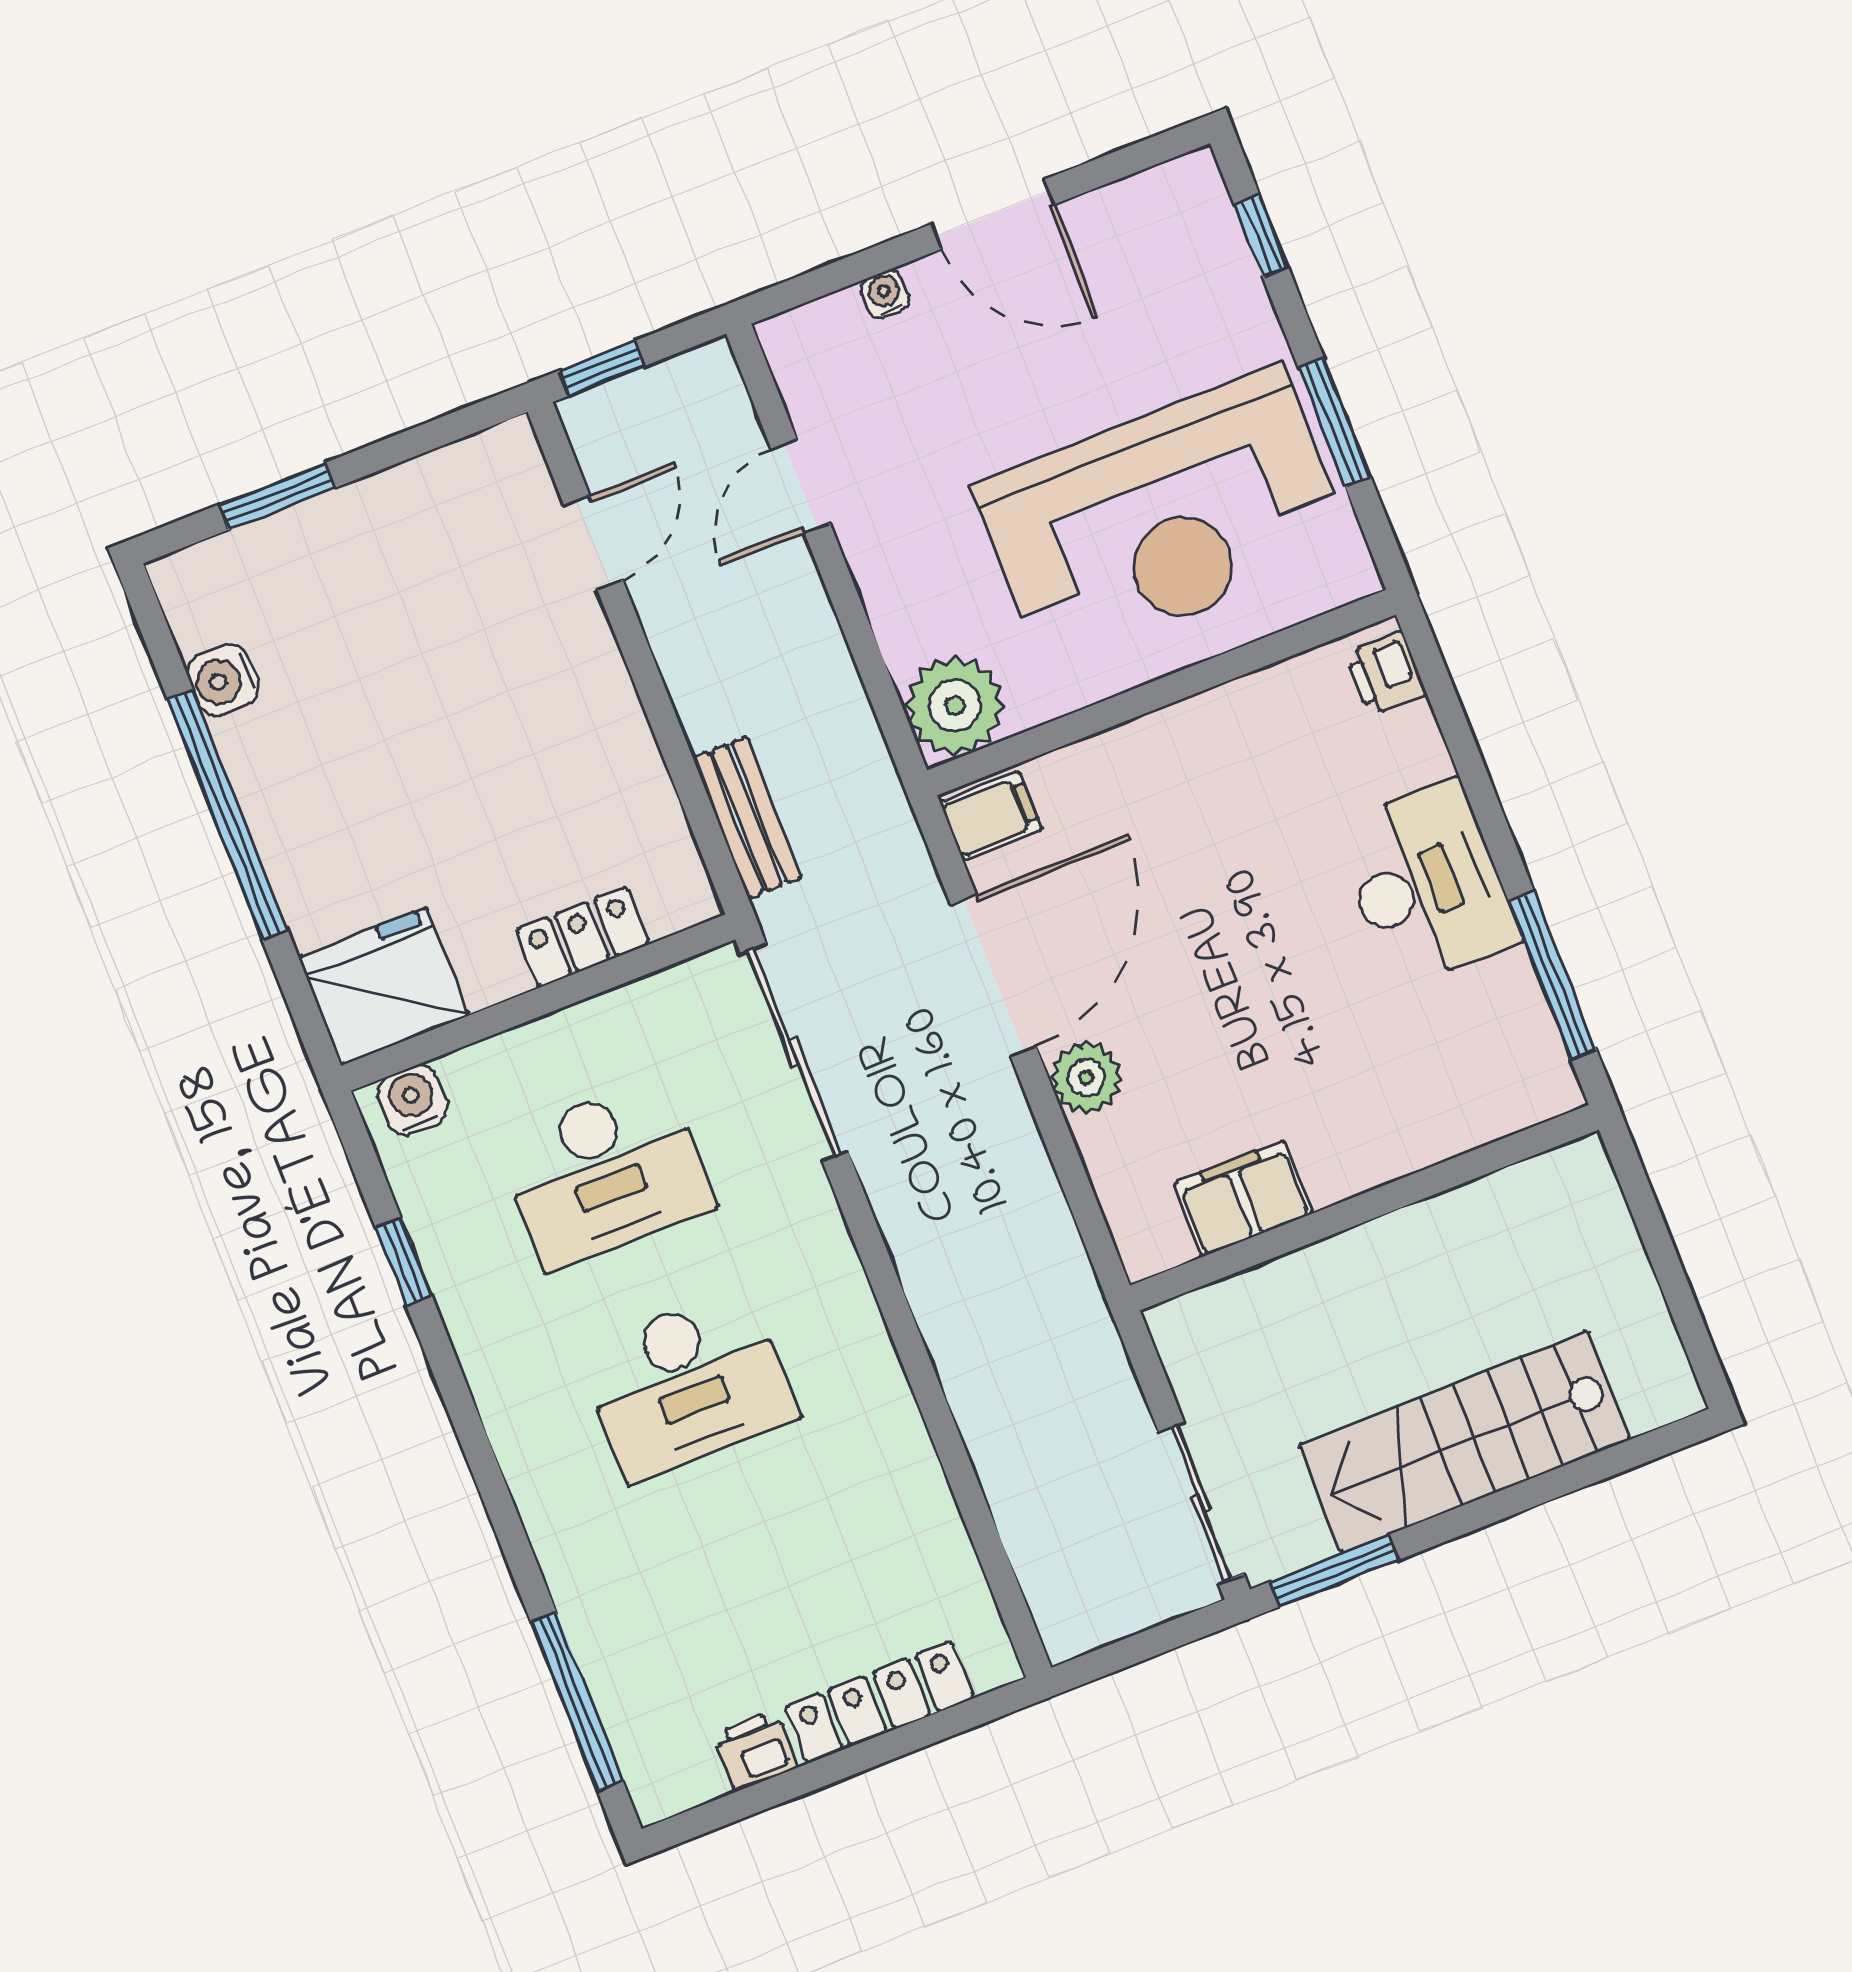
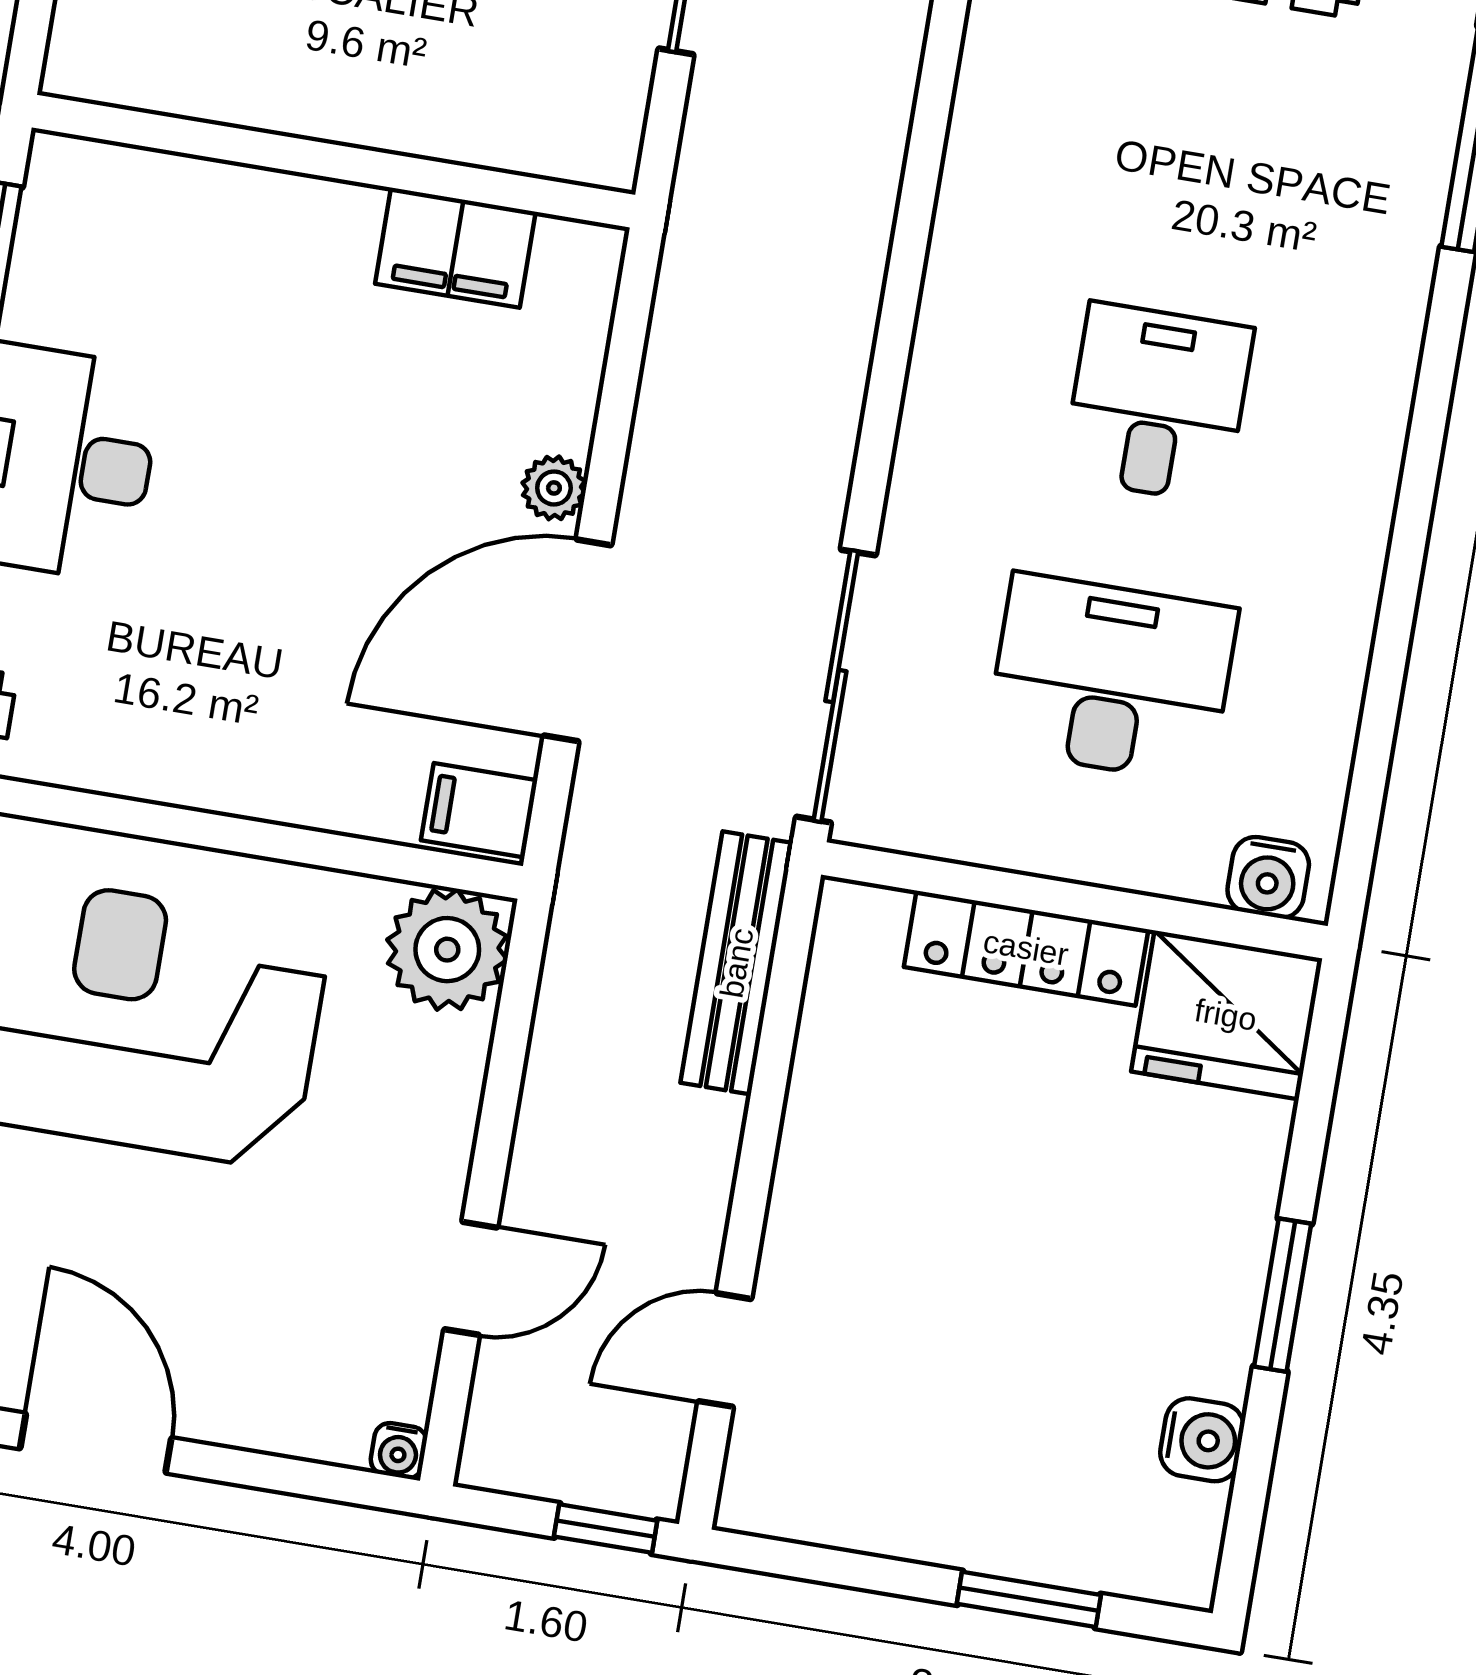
water cooler: (885, 294) -> (399, 1451), moved
window: (228, 815) -> (1283, 1295), width x0.47
bench: (747, 818) -> (737, 963), width x1.36
locker: (582, 937) -> (1026, 948), width x1.53
plant: (1086, 1078) -> (554, 488), width x0.73, depth x0.73
window: (404, 1261) -> (1380, 713), removed
desk: (688, 1384) -> (1158, 403), width x0.73

